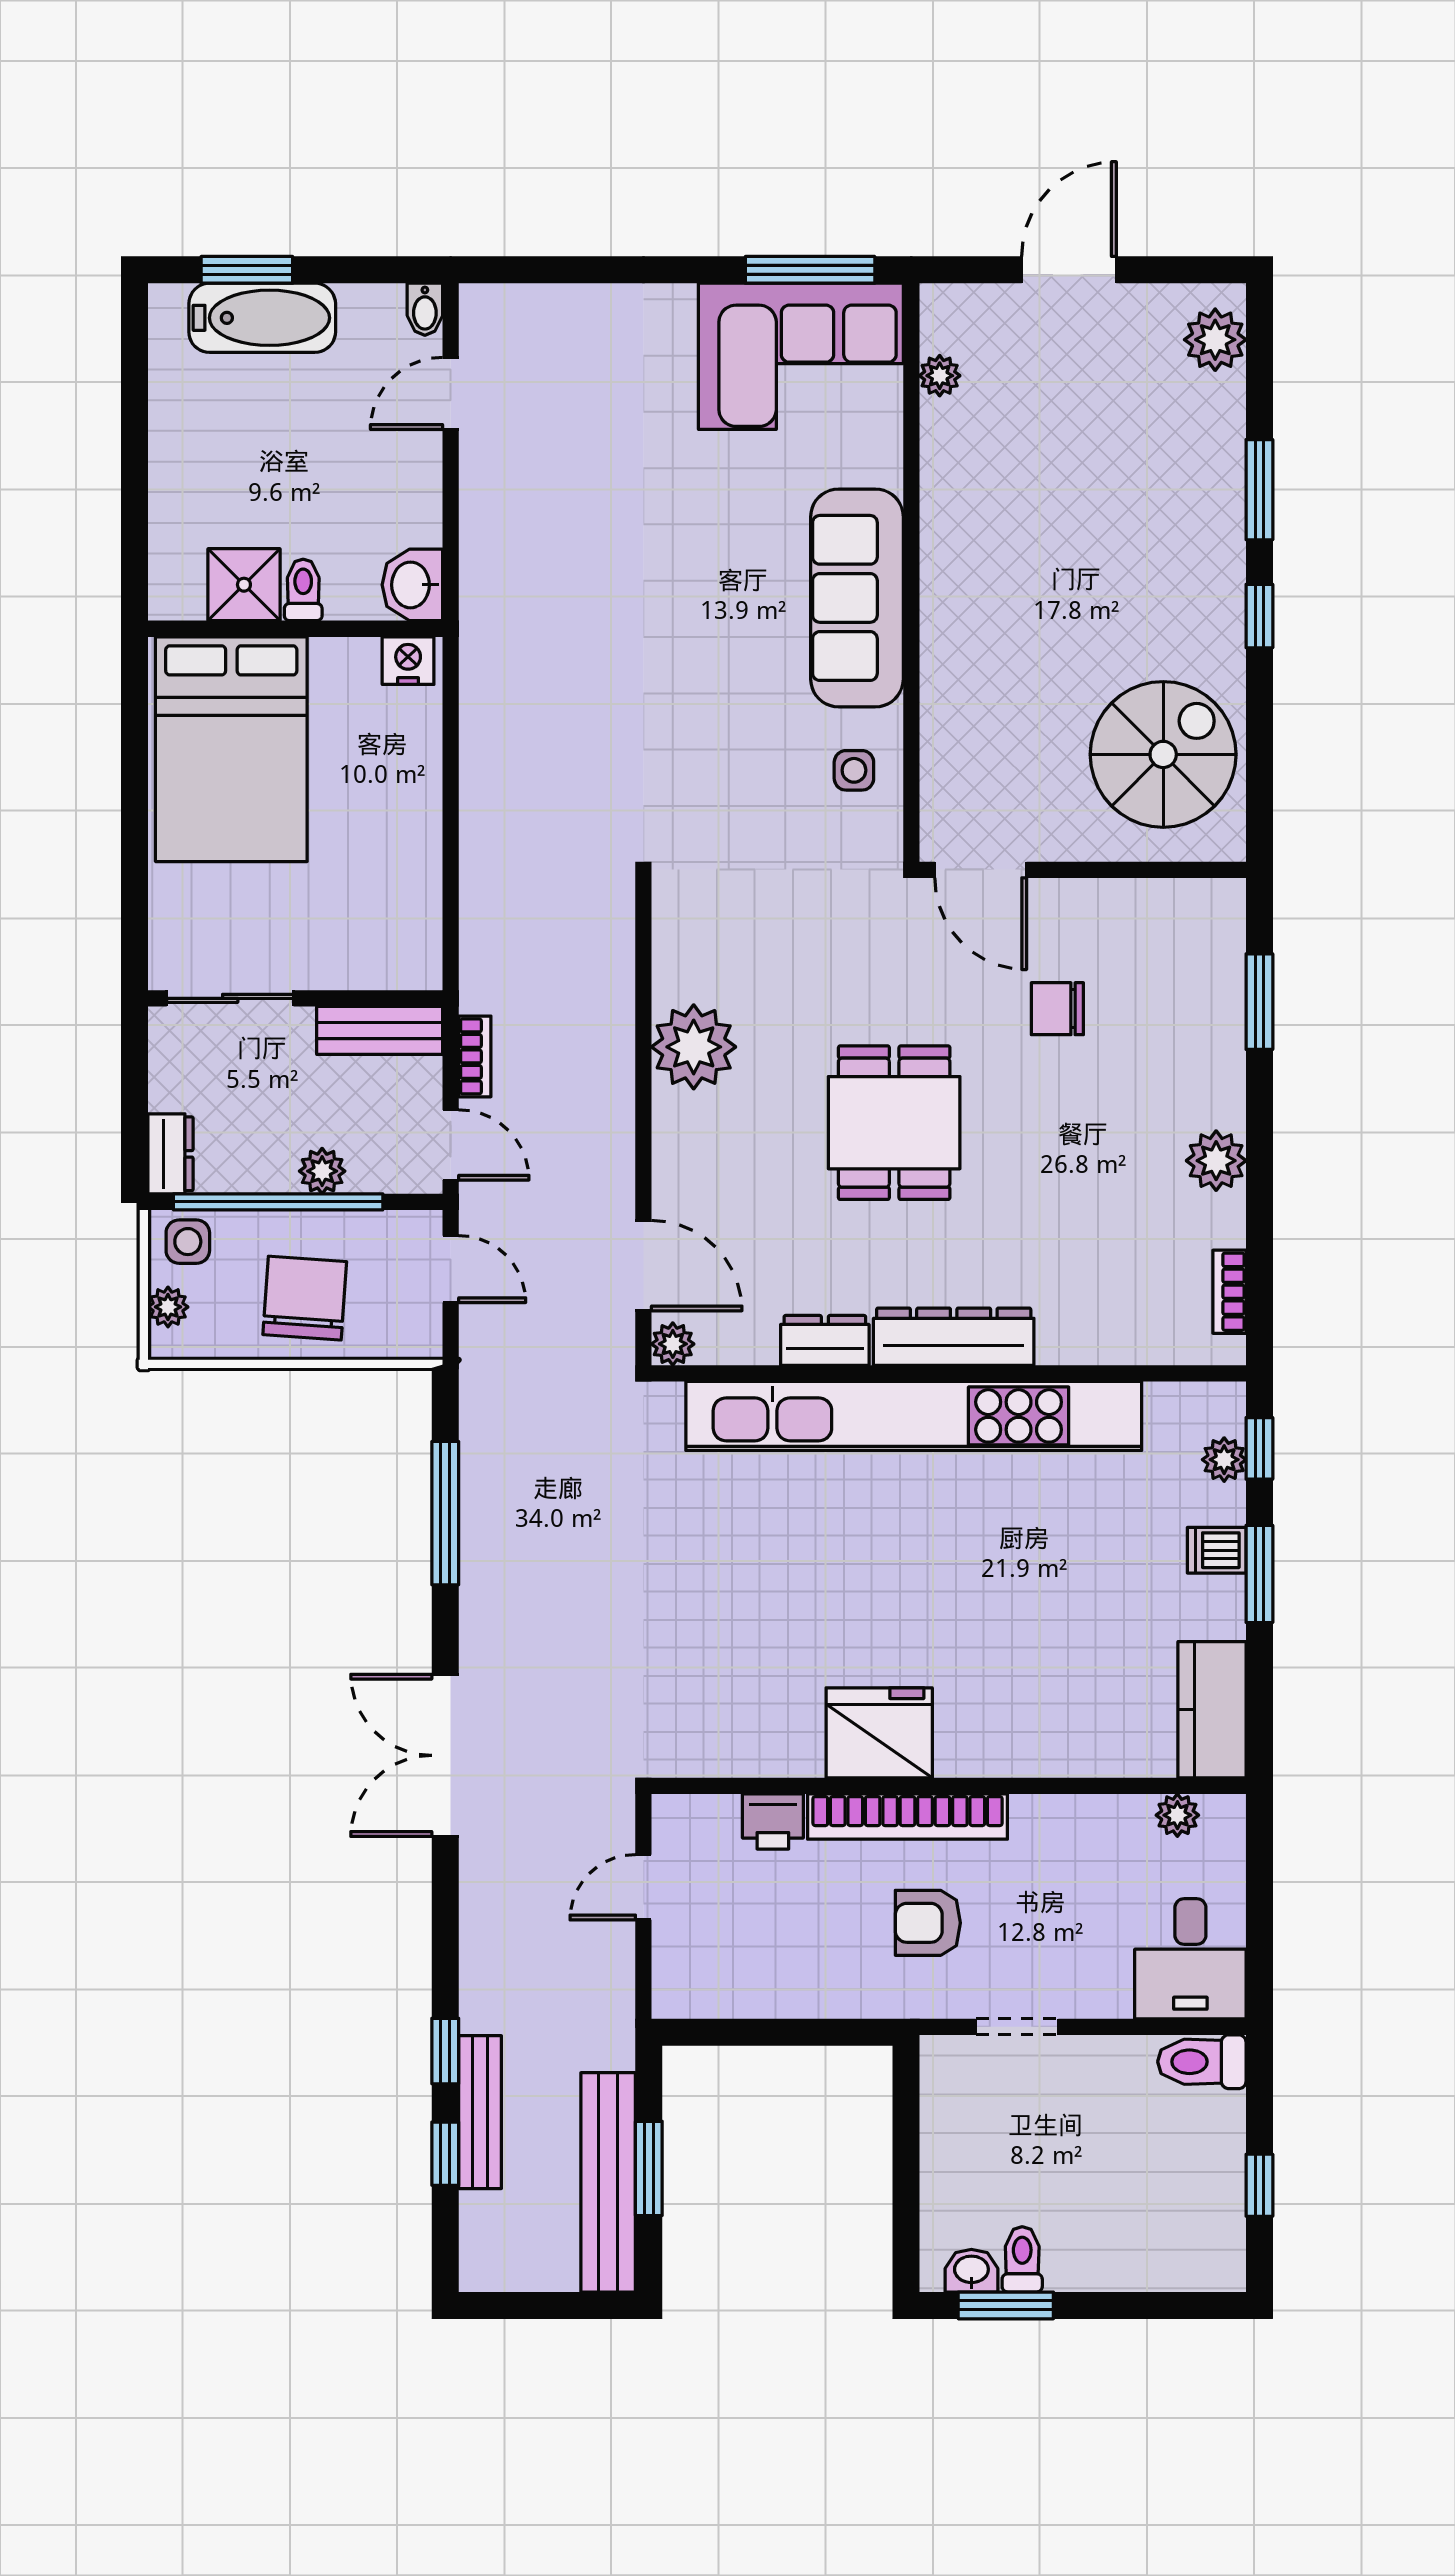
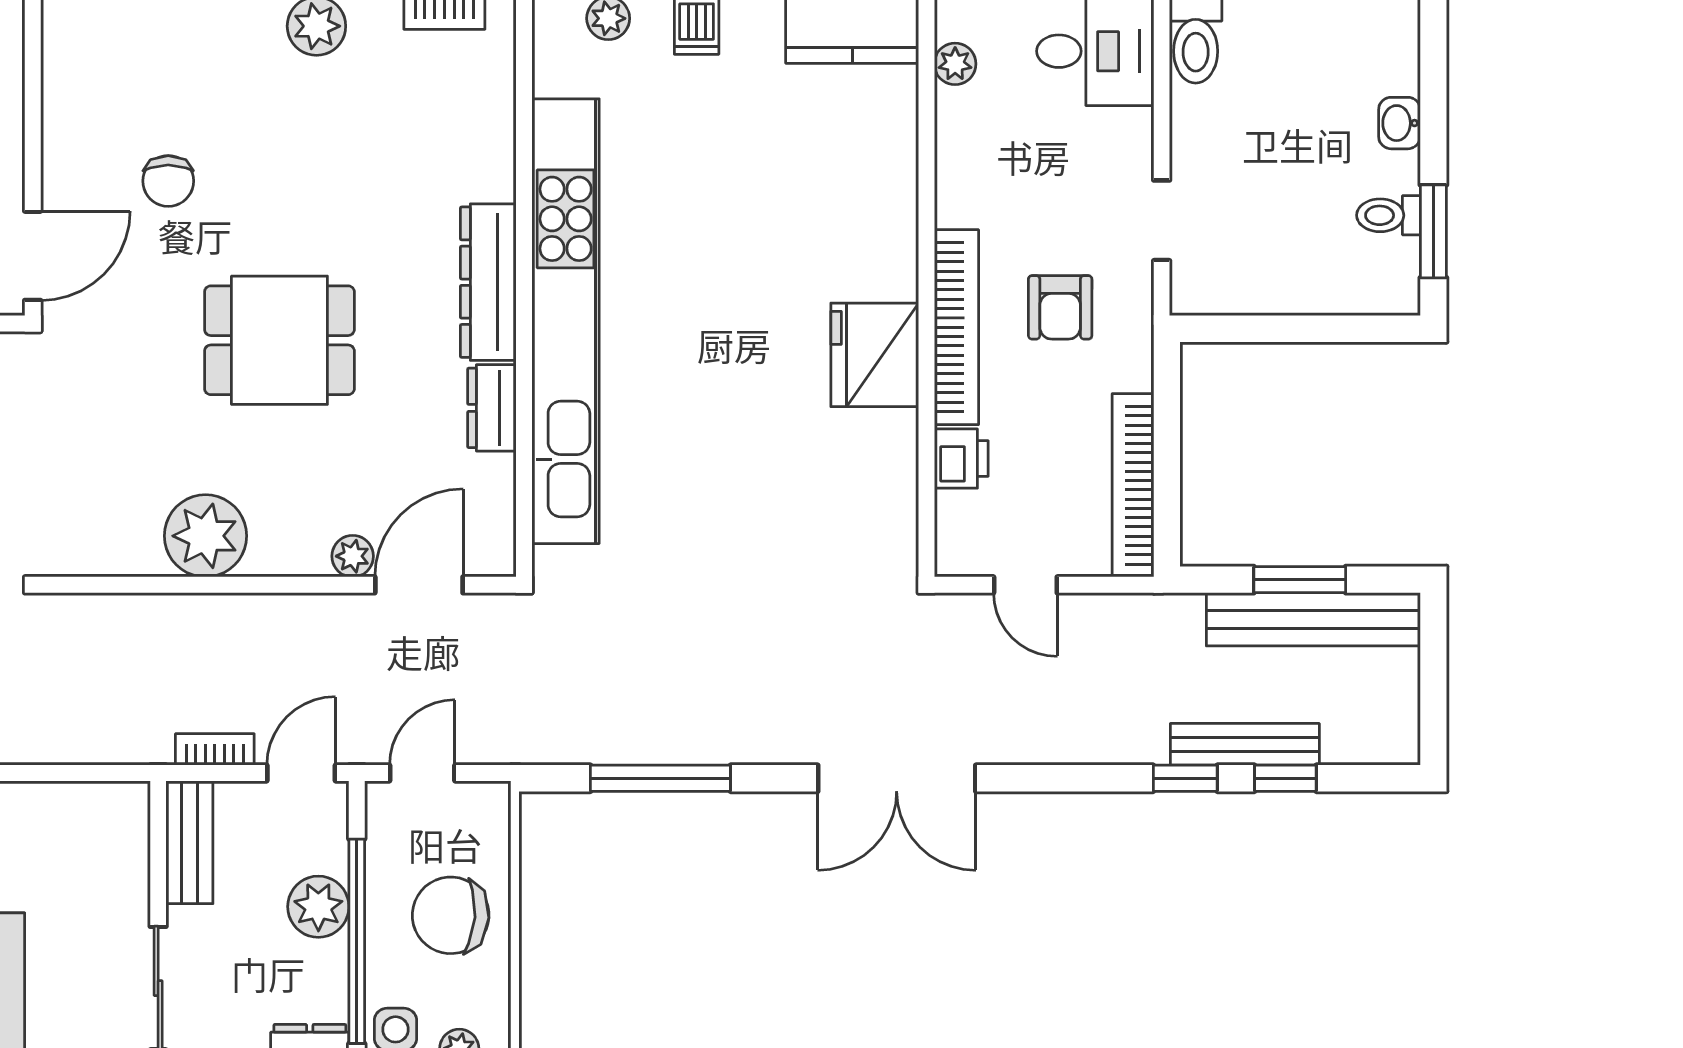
plant: (322, 1171) -> (318, 907), width x1.38, depth x1.38
plant: (673, 1344) -> (353, 556), moved
bookcase: (745, 1997) -> (1133, 485), added
washbasin: (971, 2271) -> (1399, 123), moved

